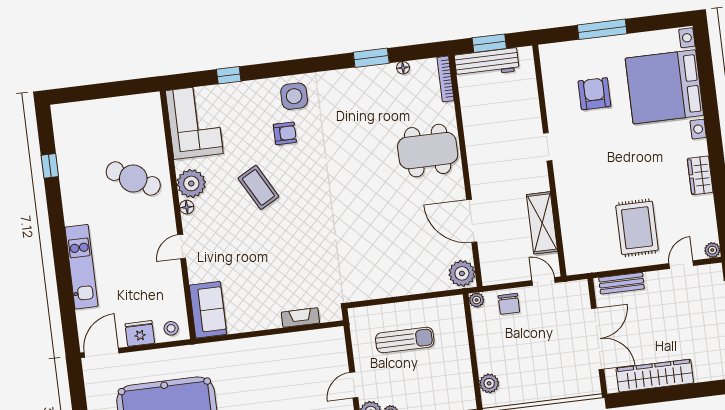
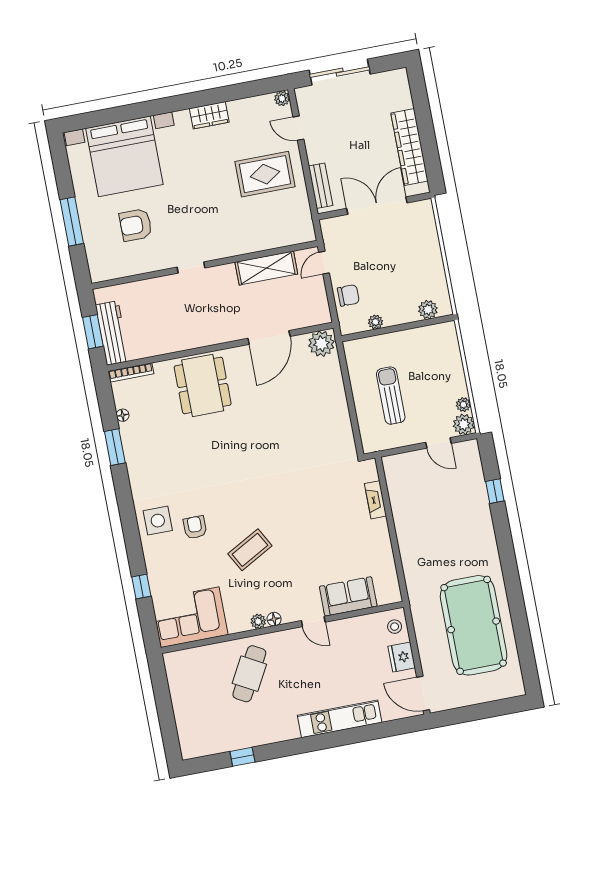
plant: (191, 183) -> (258, 621), width x0.53, depth x0.53
plant: (477, 300) -> (375, 322), moved
sofa: (208, 310) -> (348, 596), moved

